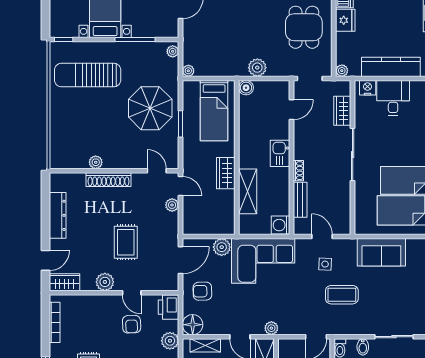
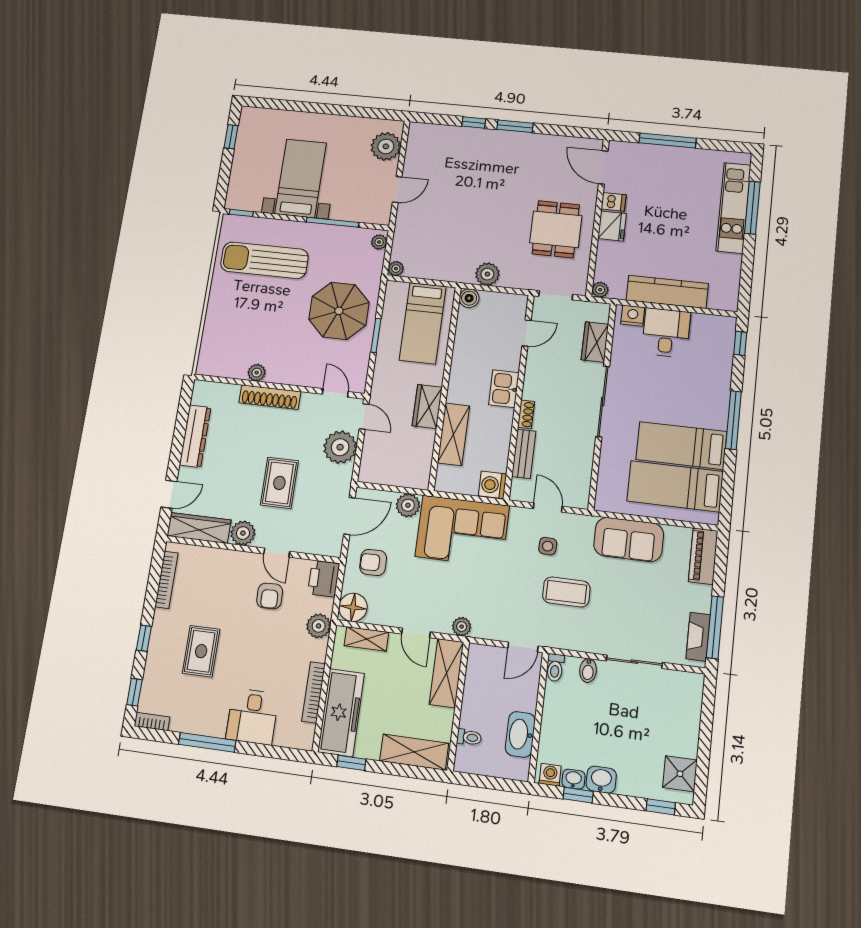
plant: (172, 205) -> (340, 447), width x1.88, depth x1.88
wardrobe: (64, 282) -> (199, 528), width x1.50

